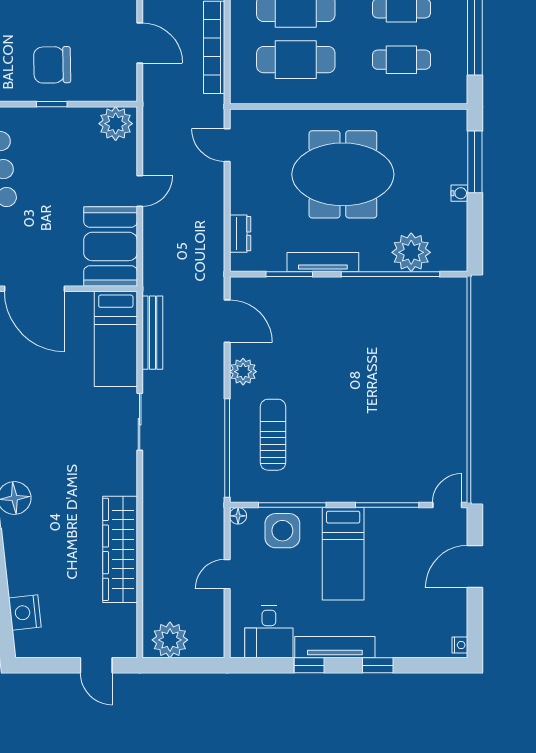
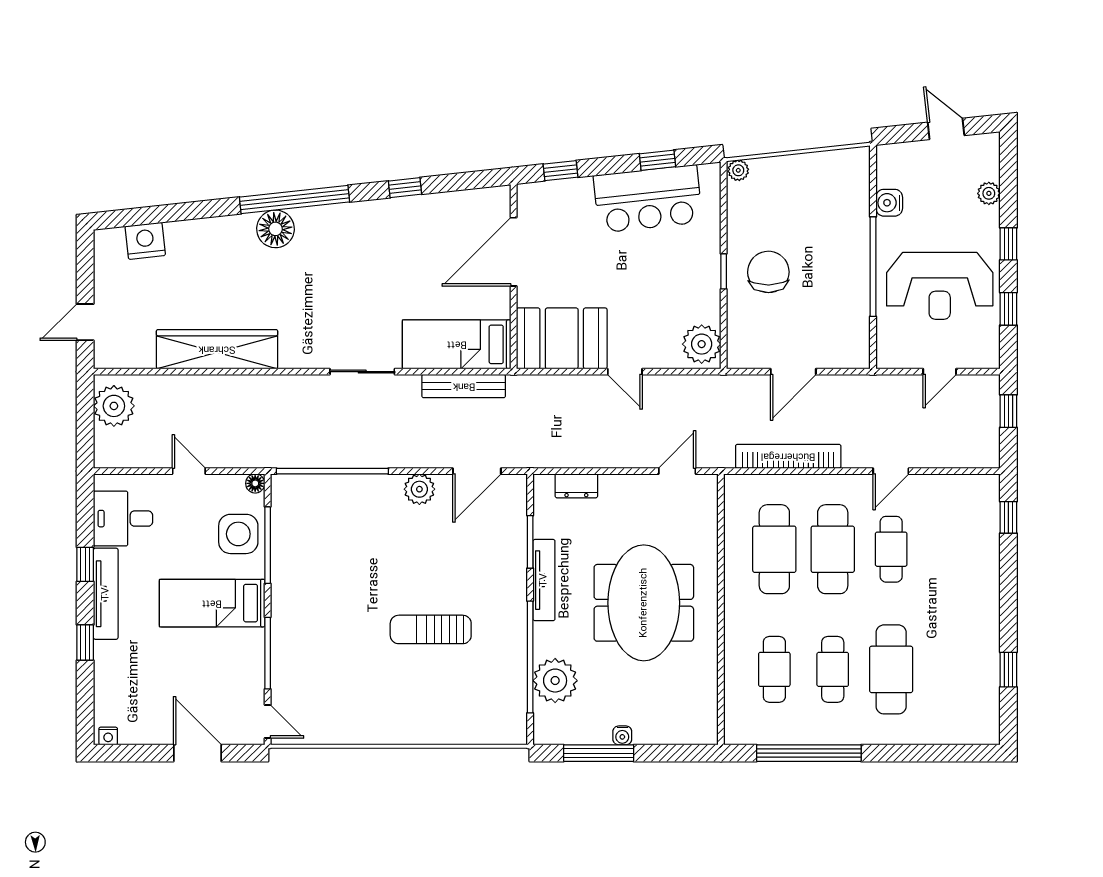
window: (475, 162) -> (599, 753), moved
sun lounger: (273, 435) -> (431, 629), moved, turned 180

